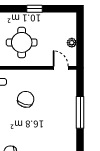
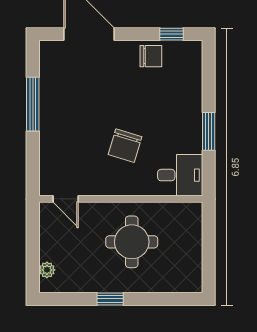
plant: (72, 43) -> (47, 270), moved
window: (80, 112) -> (33, 104), moved

